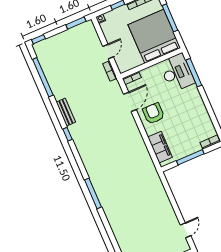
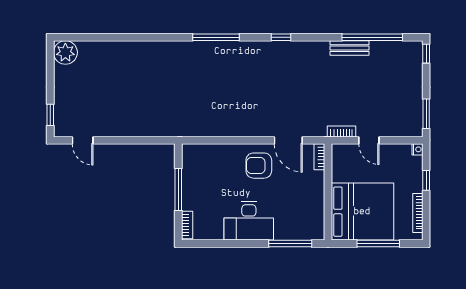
desk: (177, 73) -> (249, 221), moved
bench: (66, 112) -> (350, 48), moved
armchair: (154, 113) -> (259, 166), turned 180
filing cabinet: (160, 147) -> (210, 155), removed
window: (93, 193) -> (216, 37), moved

